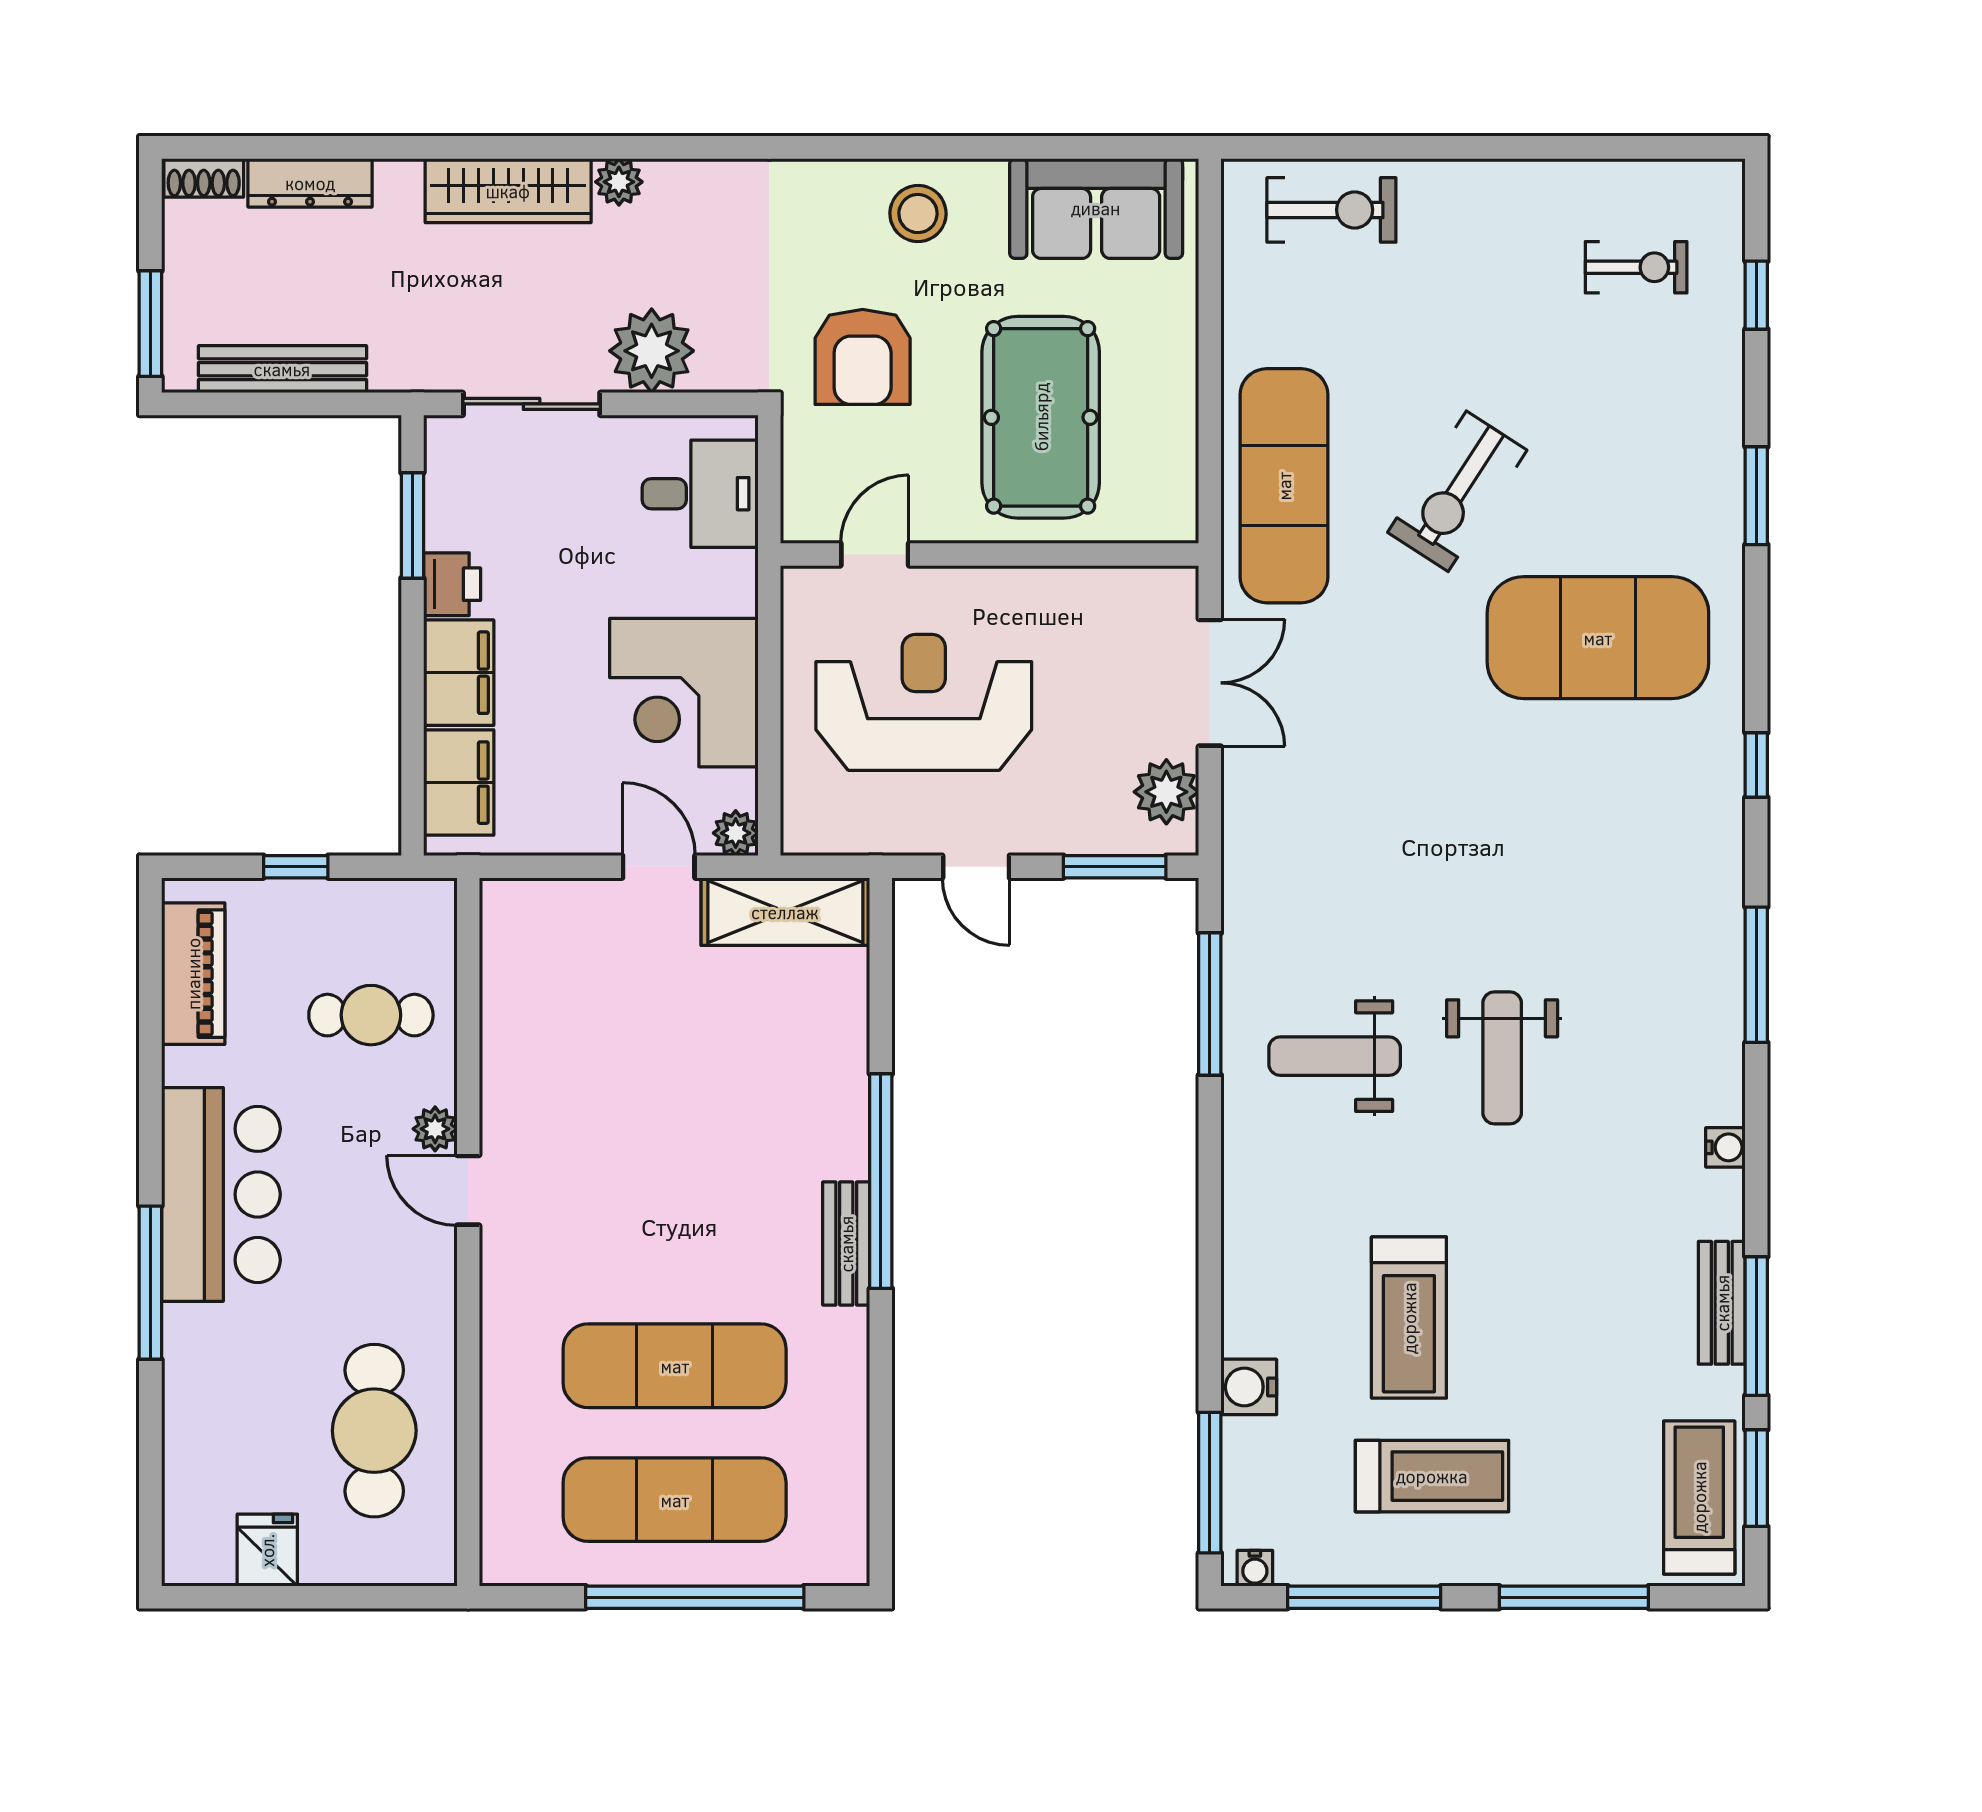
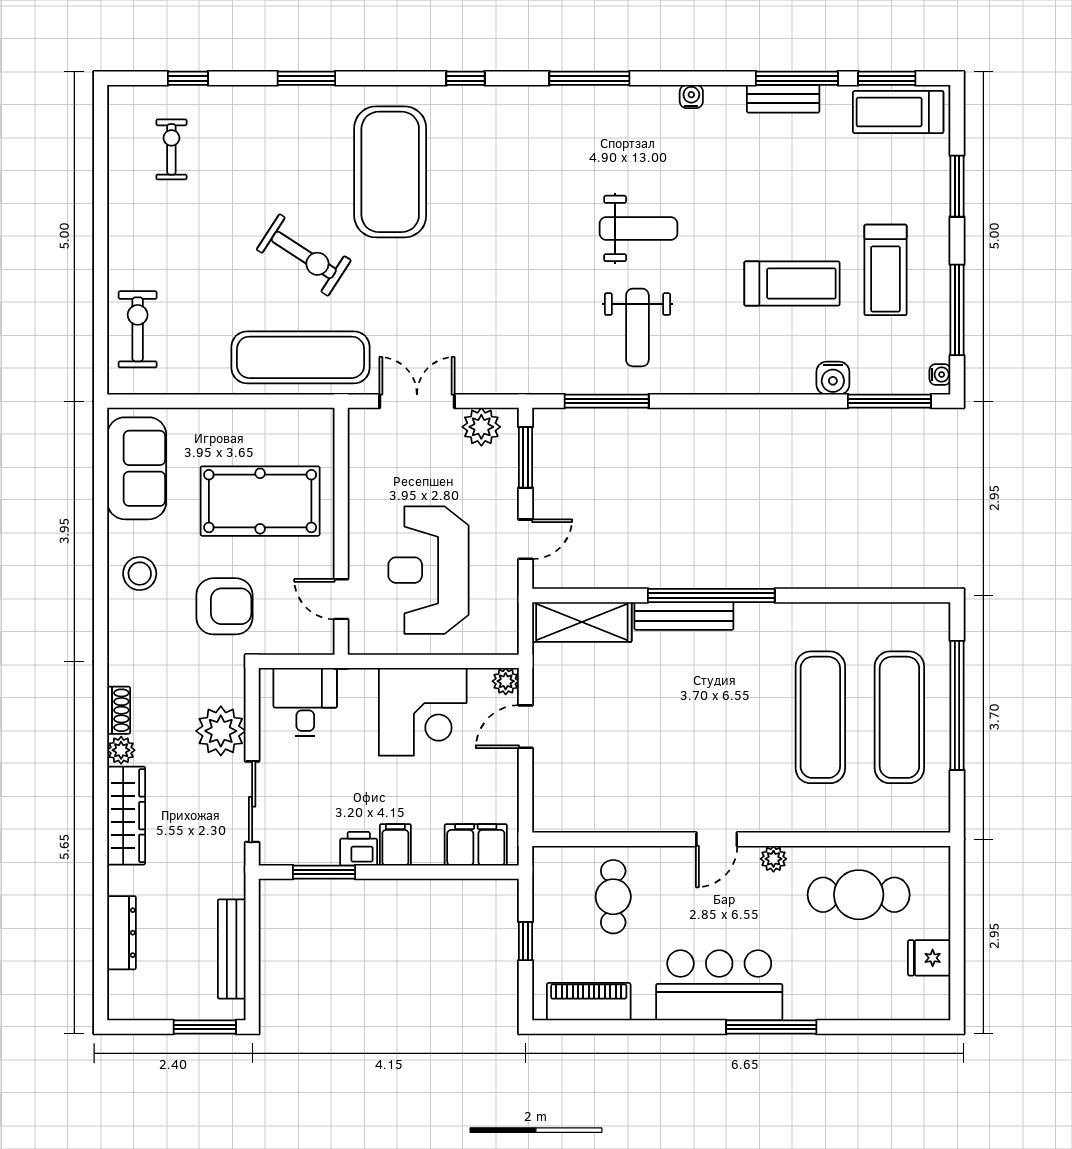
shoe rack: (204, 178) -> (119, 710), moved
filing cabinet: (459, 673) -> (395, 845), width x0.50
shelving: (785, 912) -> (582, 622), moved, turned 90
plant: (435, 1129) -> (773, 859), moved
bench: (846, 1244) -> (684, 616), moved, width x1.36
treadmill: (1432, 1476) -> (886, 270), turned 180
window: (1574, 1597) -> (957, 186), width x0.69

